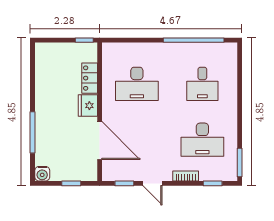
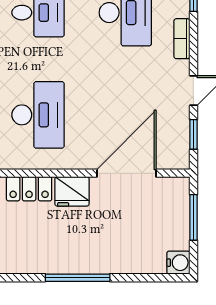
window: (33, 132) -> (78, 278), moved
window: (71, 183) -> (193, 217), width x1.50

